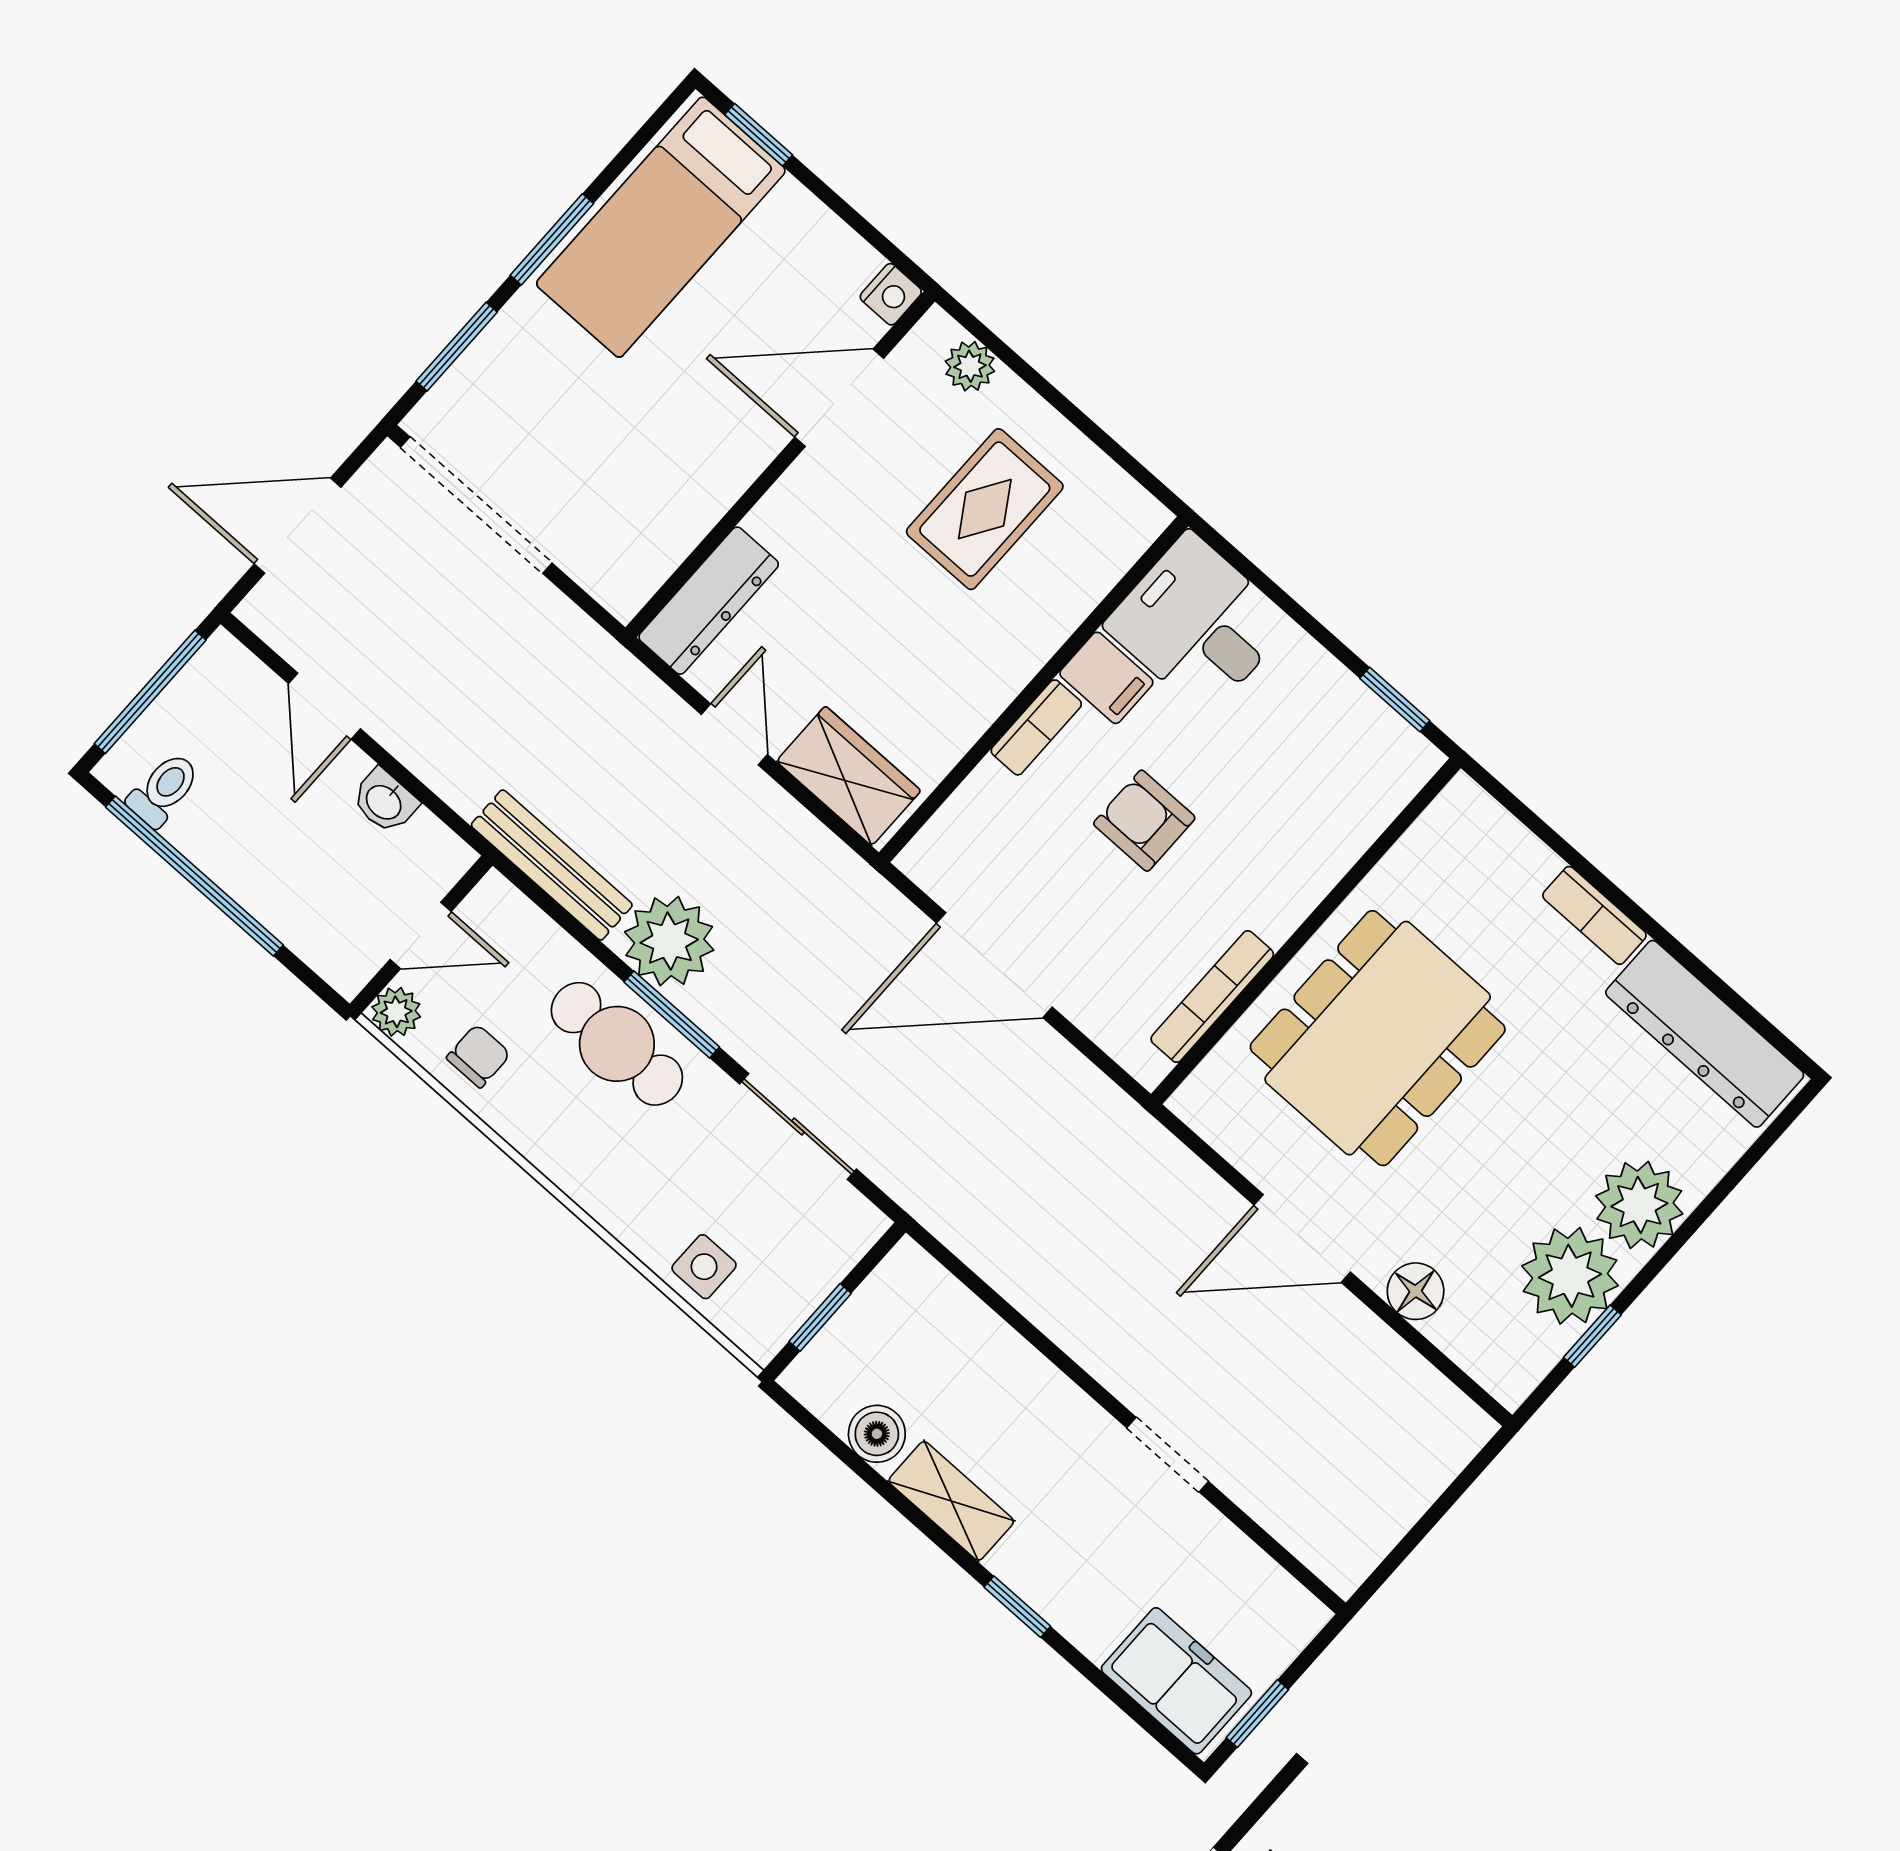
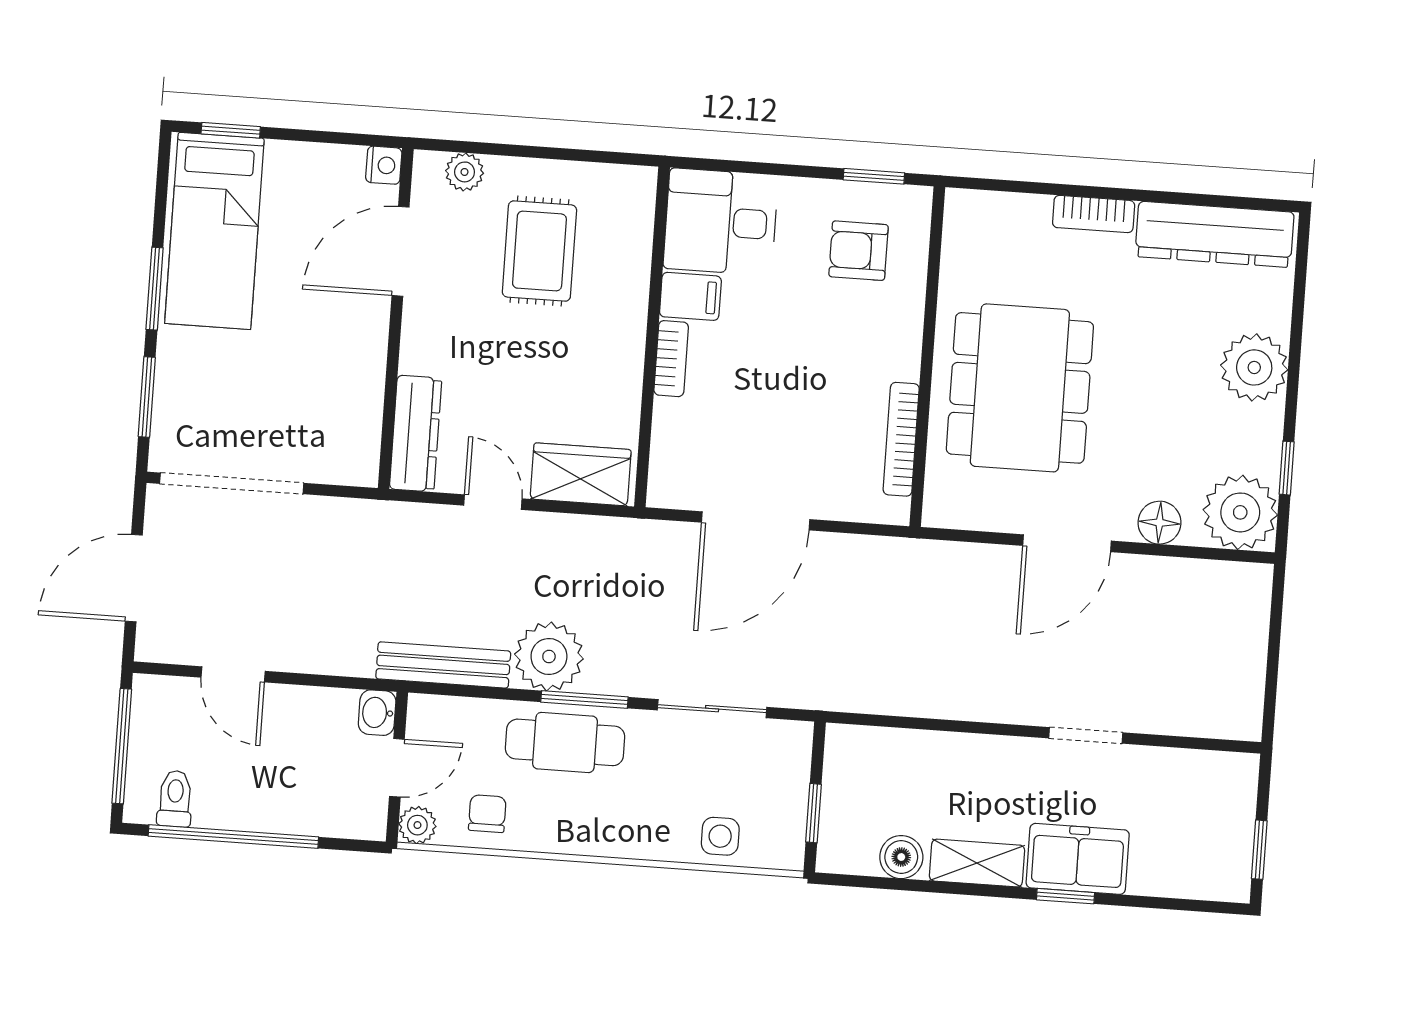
washbasin: (385, 801) -> (377, 713), moved, turned 90
armchair: (1144, 821) -> (859, 251), moved
plant: (1570, 1276) -> (1240, 512), moved
freezer: (1176, 1681) -> (1078, 859), moved

